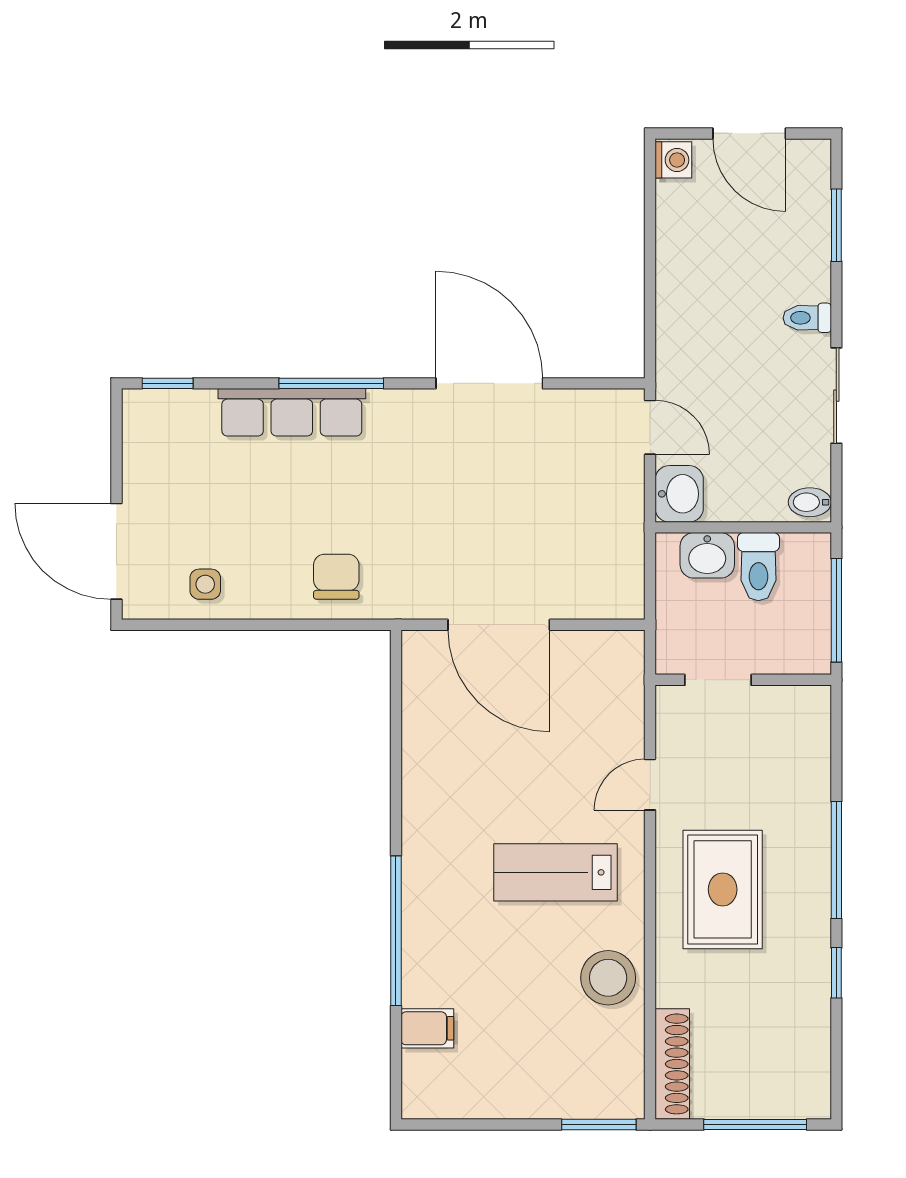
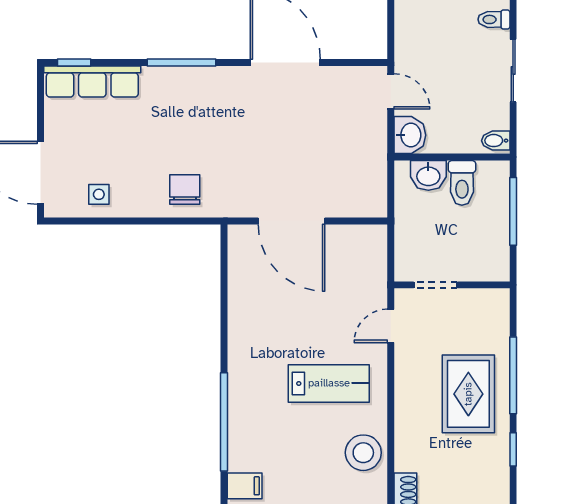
row of seats: (292, 412) -> (92, 82), moved
doorway: (718, 680) -> (435, 285), moved
wall: (743, 680) -> (452, 285), moved
lab bench: (555, 872) -> (329, 383), turned 180
rug: (723, 889) -> (468, 394), moved

